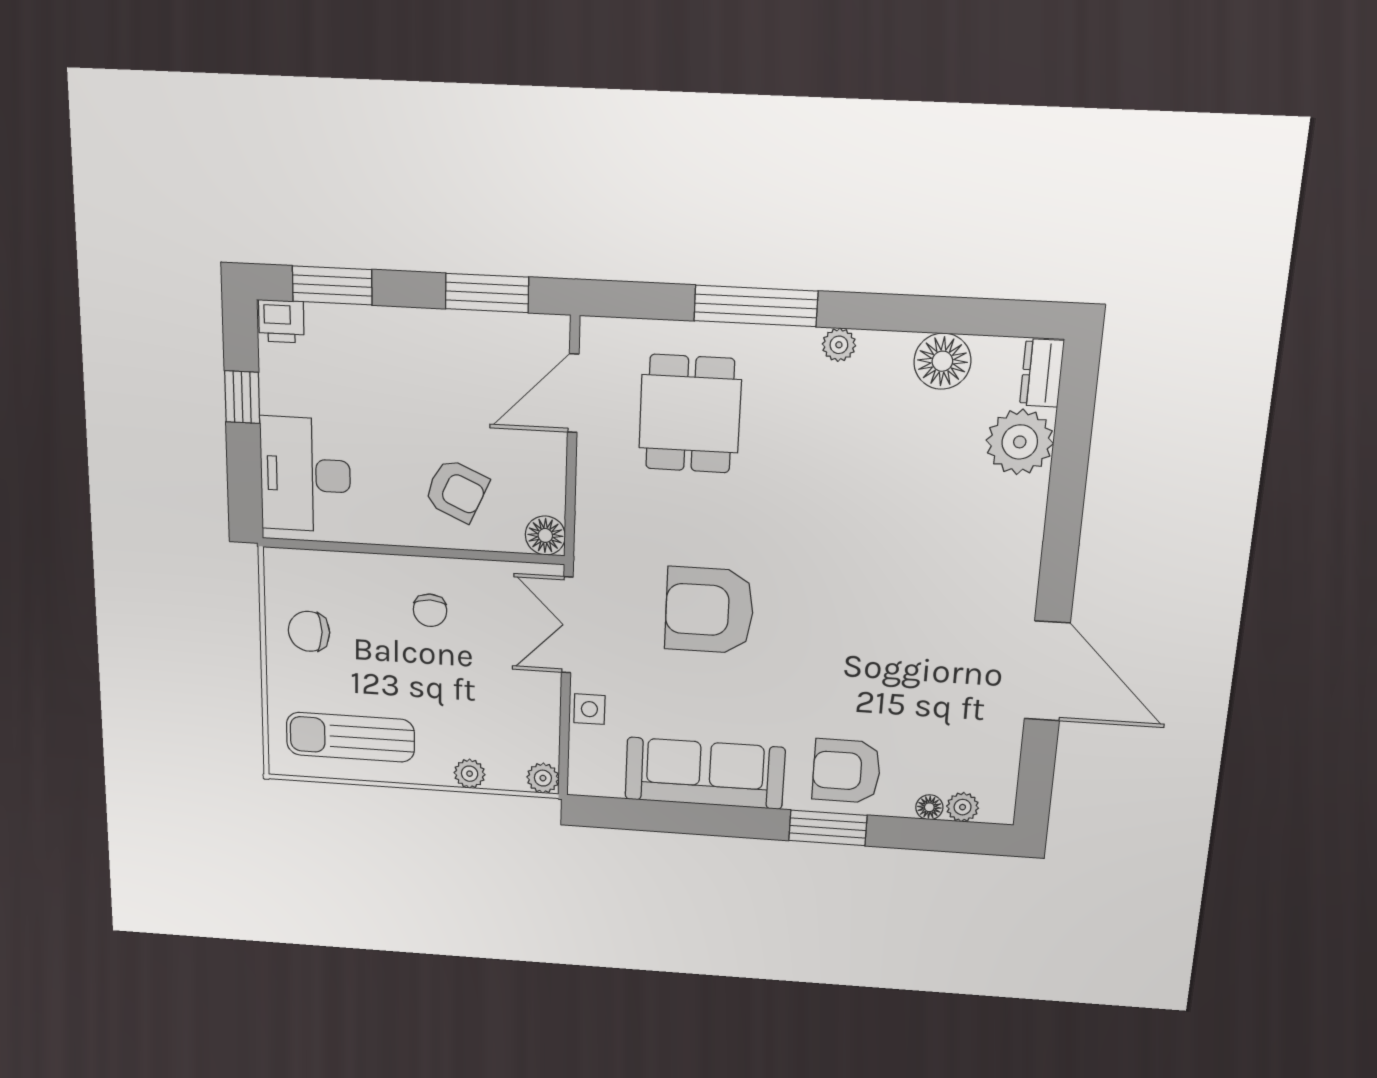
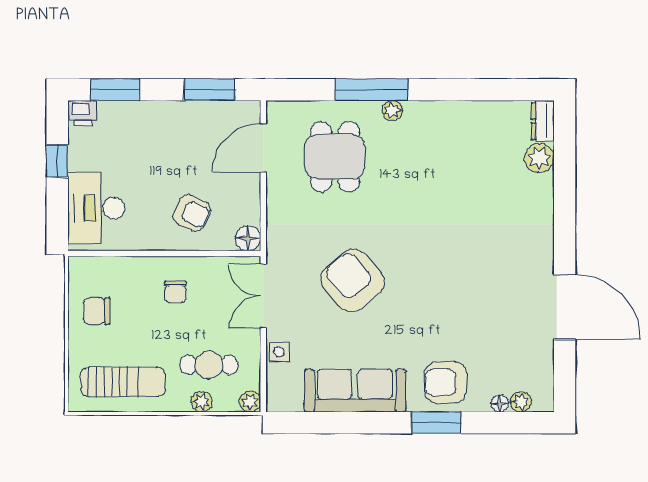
plant: (839, 345) -> (392, 110), moved
floor lamp: (942, 361) -> (484, 117), removed
plant: (1020, 442) -> (539, 158), width x0.73, depth x0.73
armchair: (709, 610) -> (353, 281), turned 50
cafe table: (481, 721) -> (209, 365), added
sun lounger: (350, 737) -> (123, 382), turned 180

